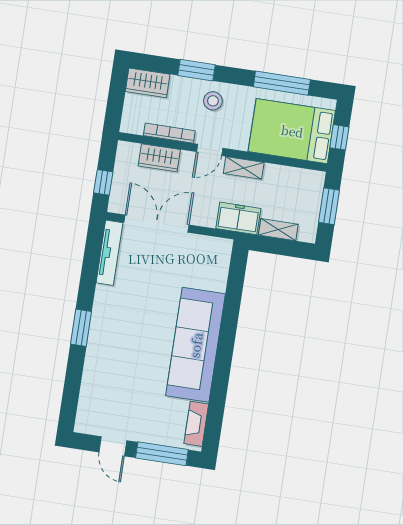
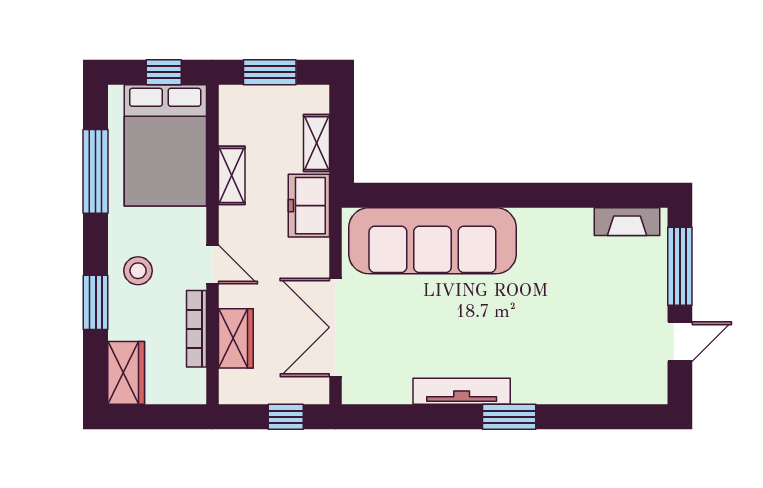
shelving: (244, 168) -> (232, 175), moved
tv unit: (109, 253) -> (462, 391), moved
sofa: (196, 345) -> (432, 241), moved

